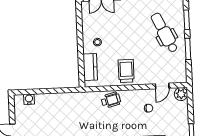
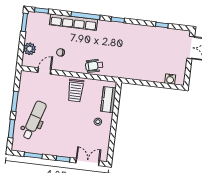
dental chair: (164, 33) -> (34, 120), turned -137
plant: (181, 94) -> (30, 49), moved

